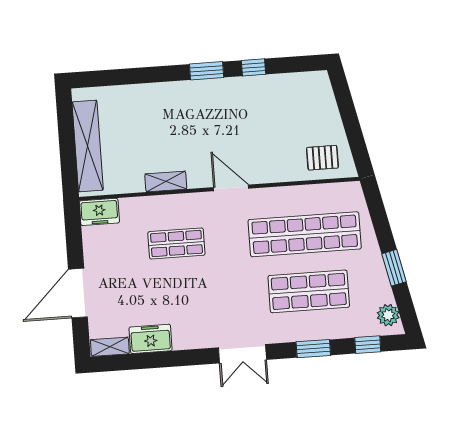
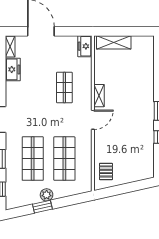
shelving: (88, 146) -> (114, 42), width x0.68
shelving: (166, 181) -> (99, 96), moved
shop shelf: (305, 234) -> (64, 159), width x0.71
plant: (388, 315) -> (47, 195), moved

